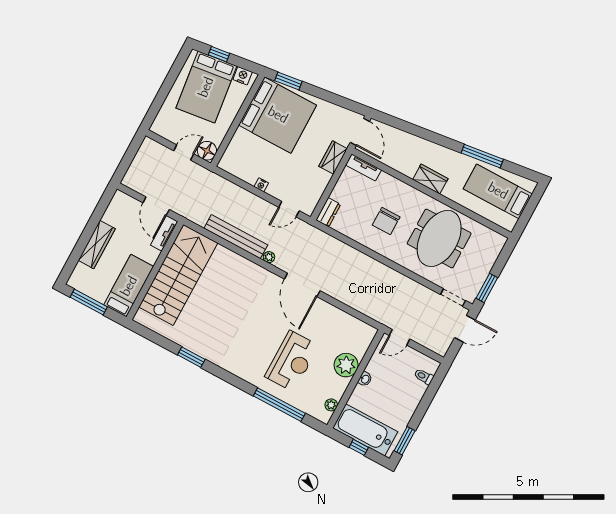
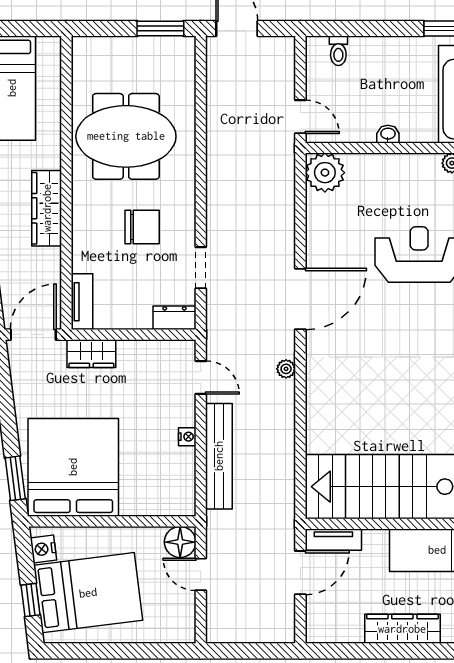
wardrobe: (430, 179) -> (47, 208), width x1.50
bench: (236, 237) -> (219, 456), moved
doorway: (453, 297) -> (201, 268), moved
plant: (346, 365) -> (325, 173), moved

